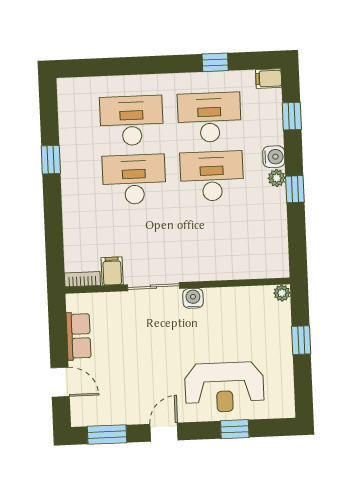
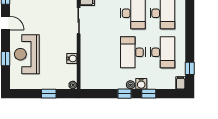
window: (215, 62) -> (190, 68), moved
window: (292, 116) -> (149, 94), moved
desk: (212, 176) -> (133, 52), turned 180
water cooler: (193, 298) -> (72, 59), moved

